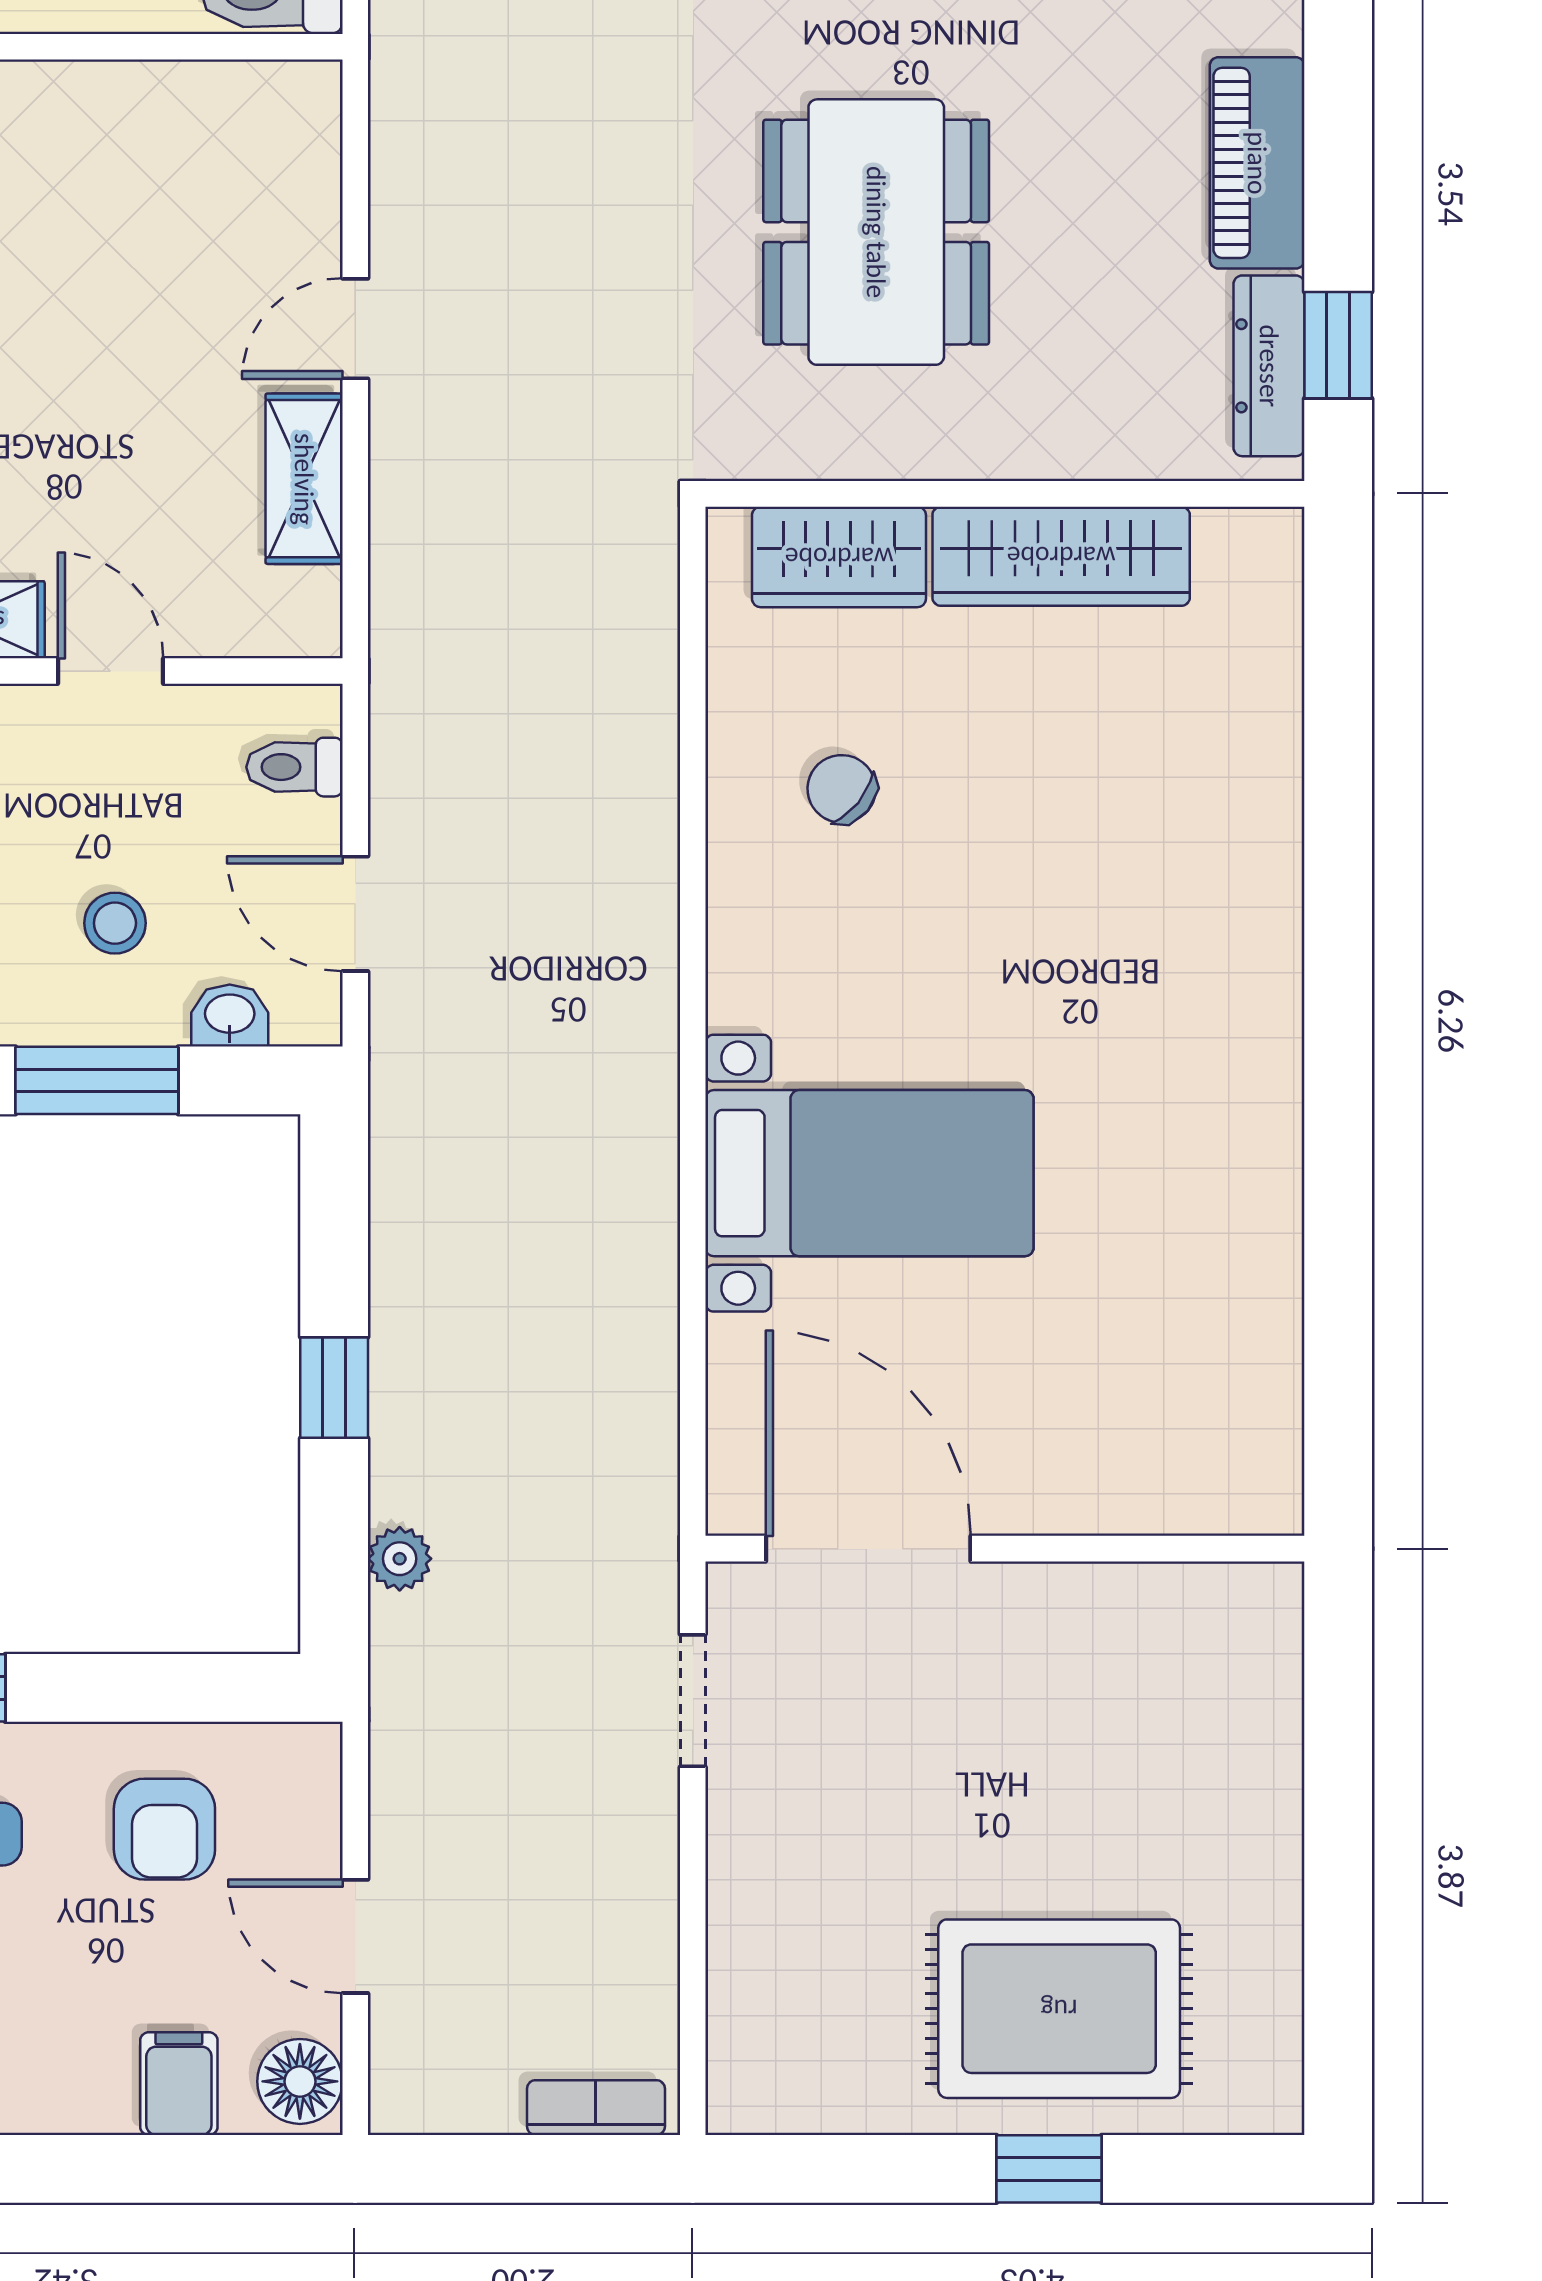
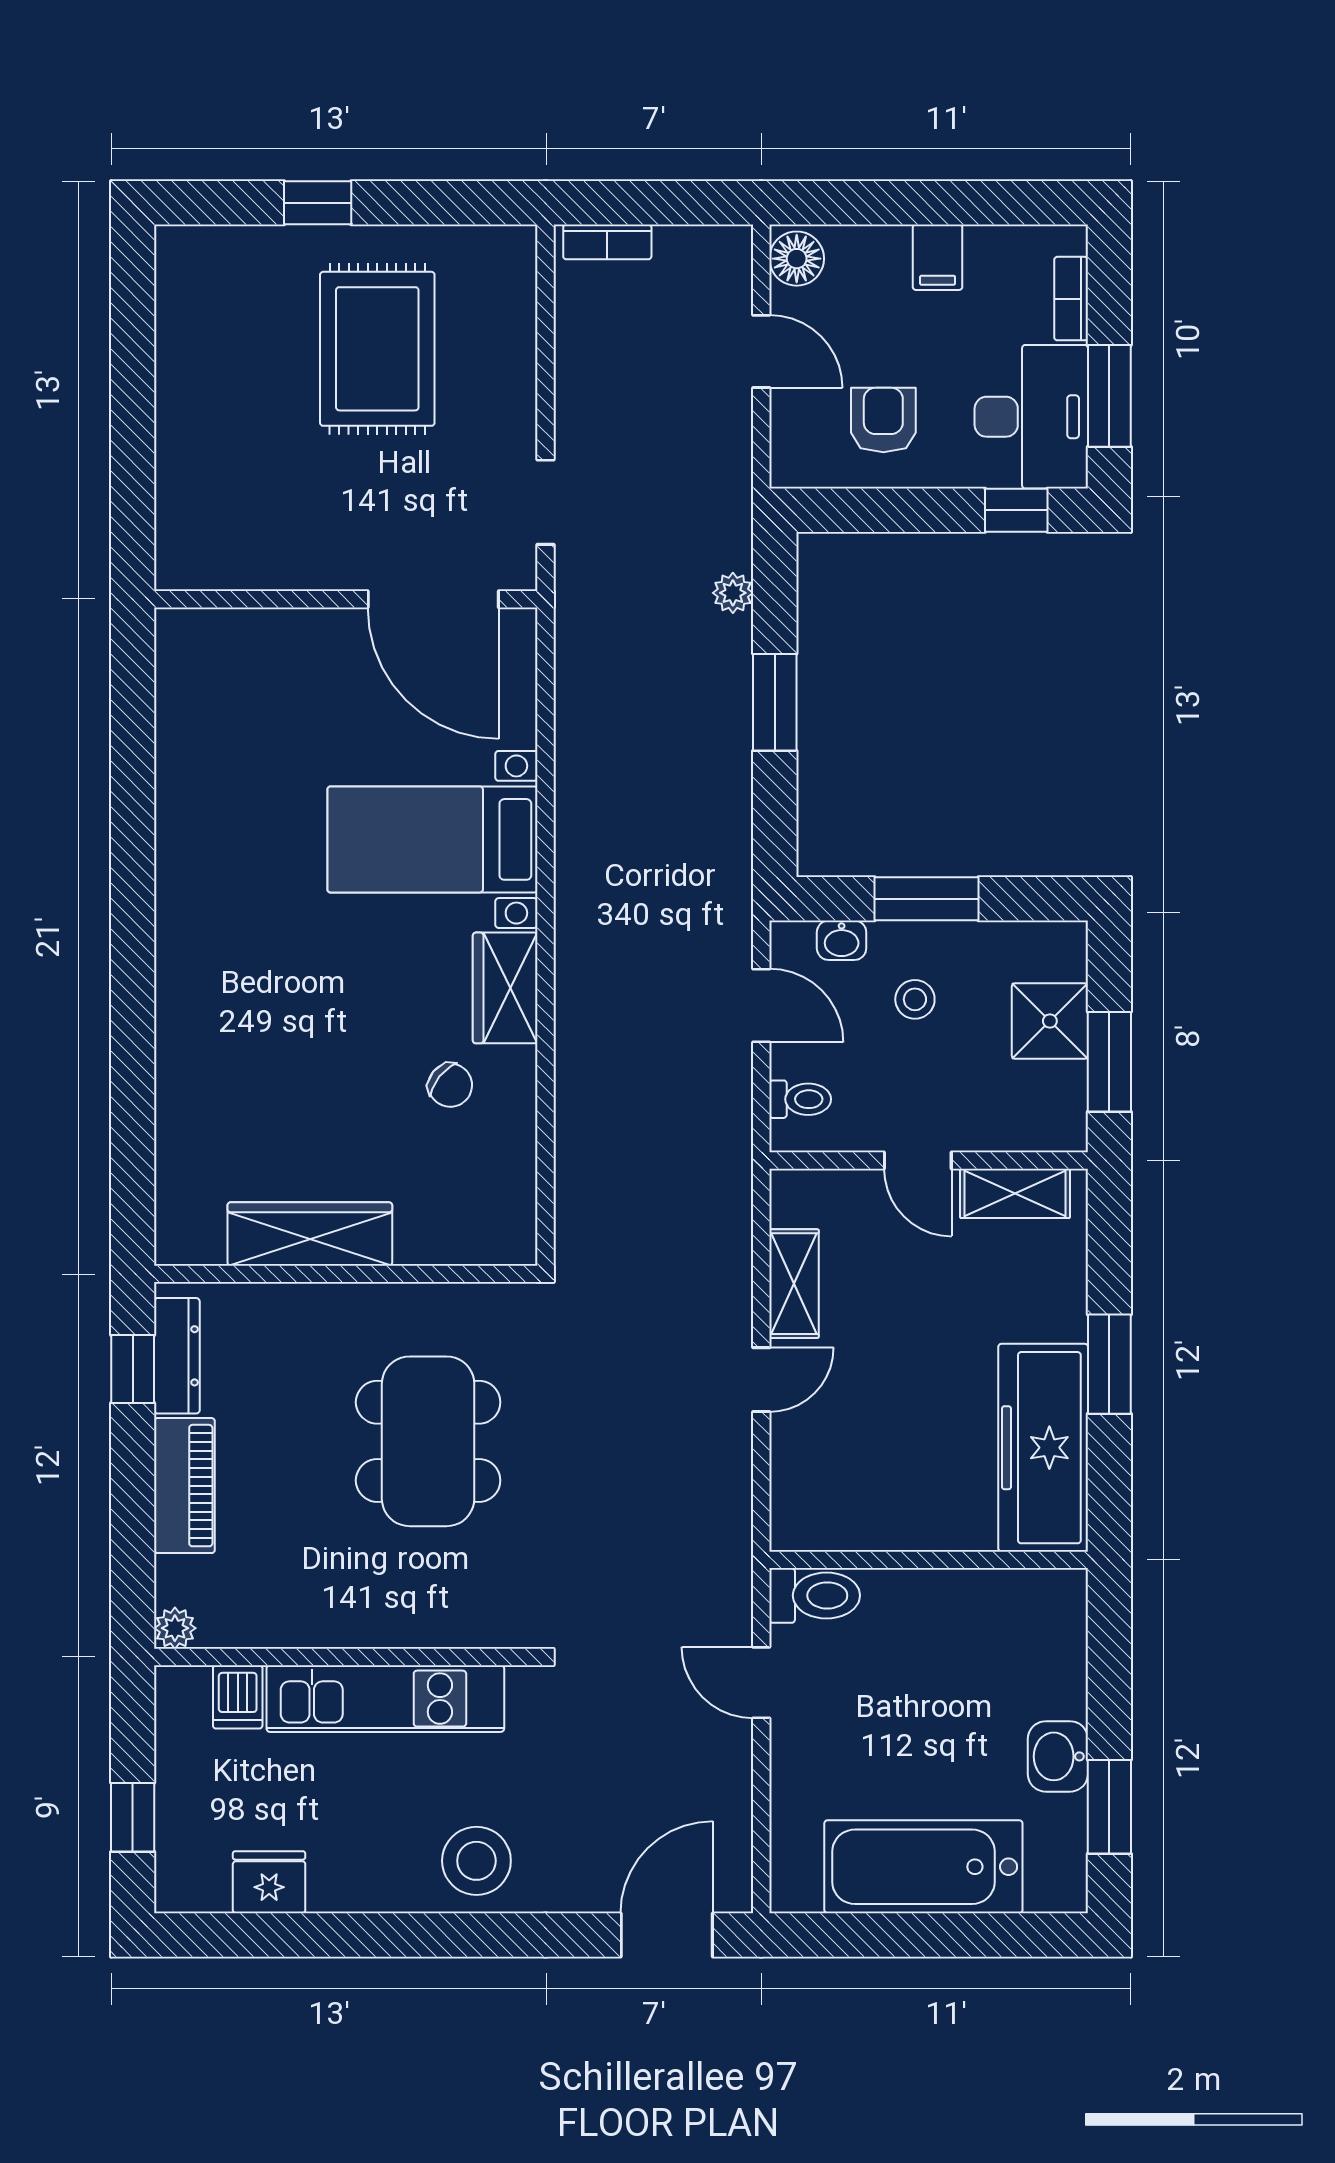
wardrobe: (839, 557) -> (505, 988), moved, turned -90
window: (334, 1388) -> (775, 702), width x1.50
rug: (1059, 2009) -> (377, 349), moved, turned 90
filing cabinet: (179, 2084) -> (938, 257), moved

